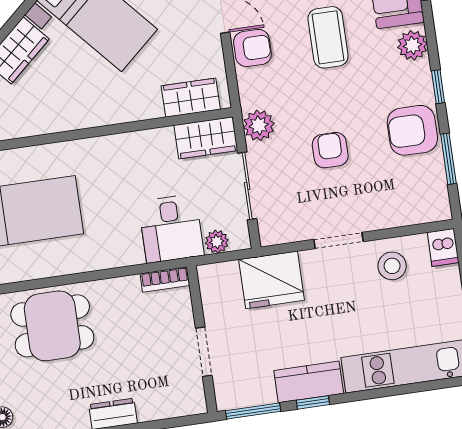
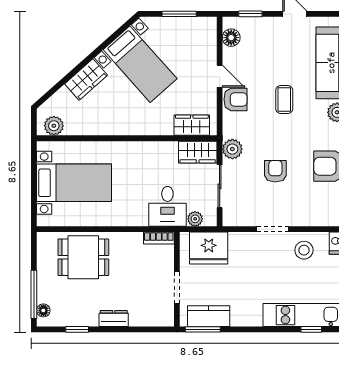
coffee table: (328, 37) -> (284, 100), width x0.73, depth x0.77
fridge: (272, 280) -> (209, 248), moved
kitchen counter: (309, 382) -> (209, 316), moved
window: (313, 402) -> (311, 329), moved

